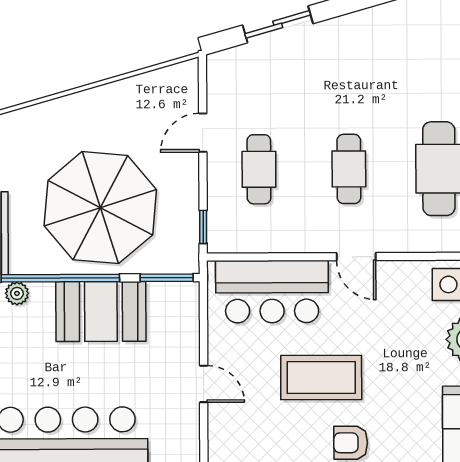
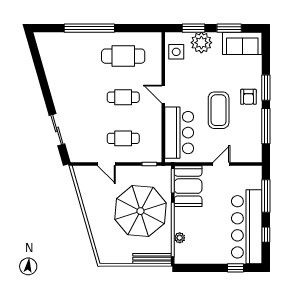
door: (356, 257) -> (163, 94), swing flipped
plant: (17, 293) -> (180, 238), moved
booth: (101, 311) -> (188, 186), moved

